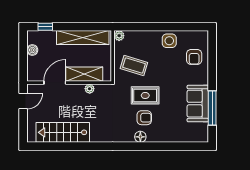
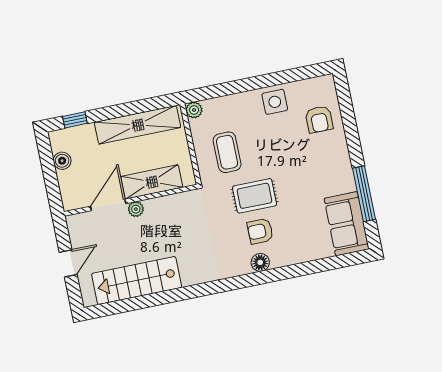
coffee table: (134, 66) -> (227, 152), turned 73
plant: (90, 89) -> (136, 209), moved
door: (23, 101) -> (68, 263), moved
sofa: (198, 104) -> (347, 224), moved
armchair: (144, 118) -> (260, 231), turned 180

